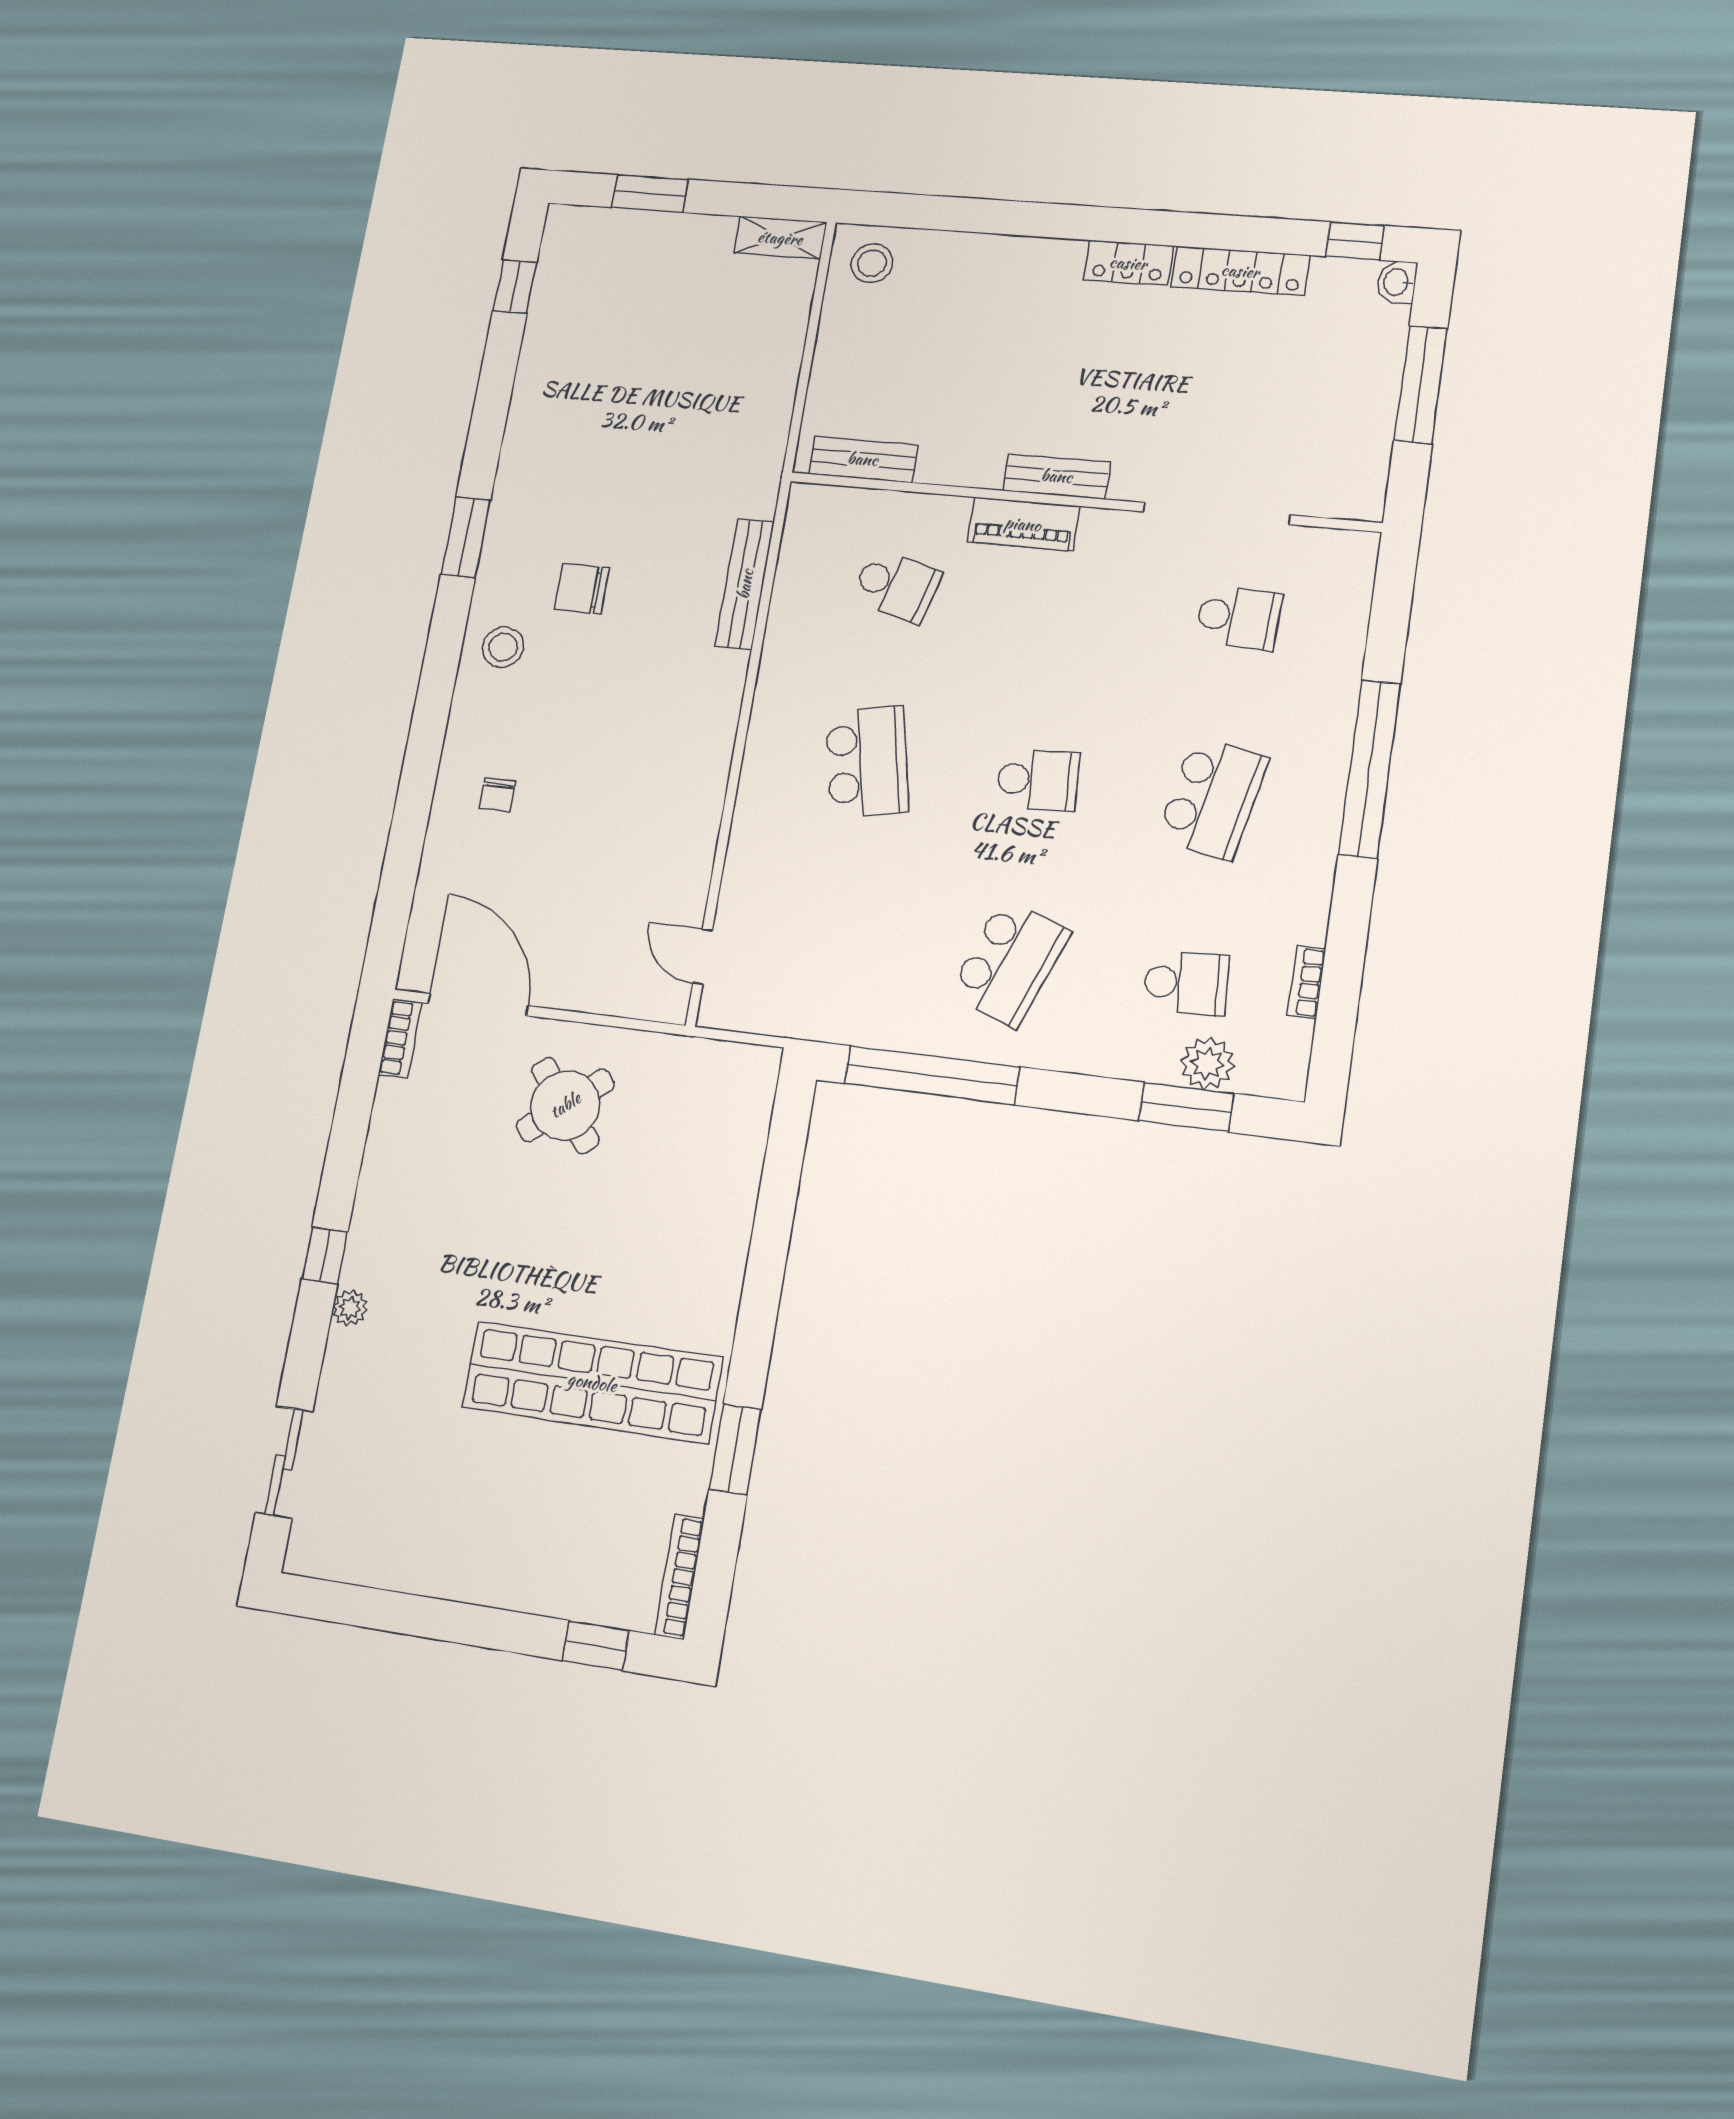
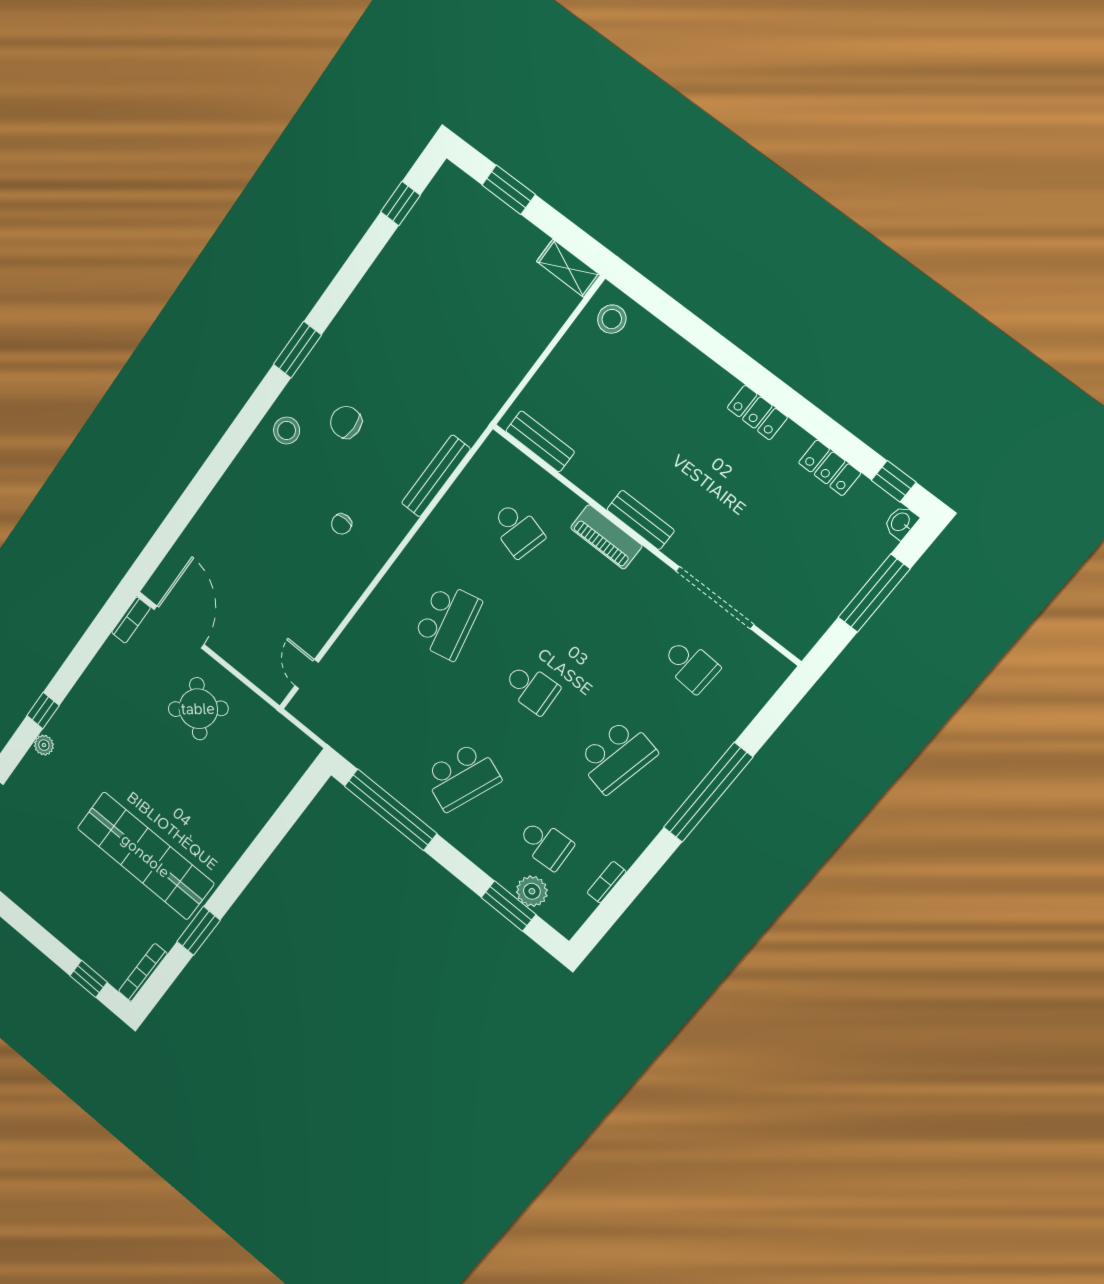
locker: (1240, 271) -> (830, 468), width x0.66
chair: (497, 795) -> (342, 524), moved

